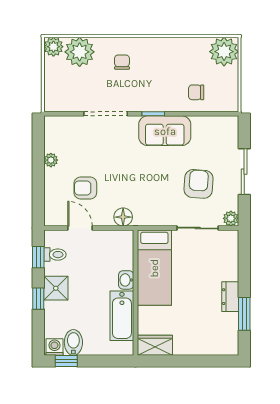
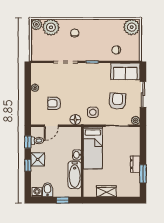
sofa: (165, 131) -> (125, 71), moved
side table: (154, 204) -> (93, 112), added
door: (80, 228) -> (51, 126), swing flipped
wardrobe: (155, 345) -> (106, 191), moved
window: (66, 361) -> (63, 200), moved

